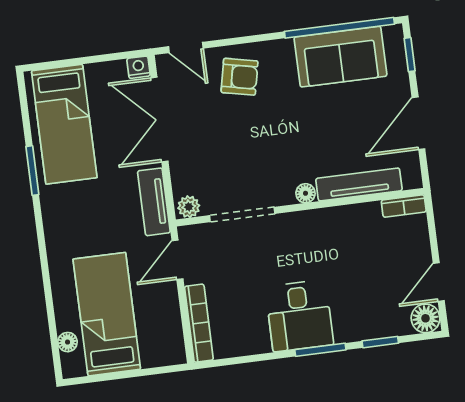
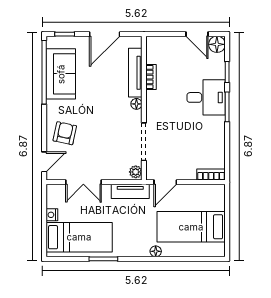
nightstand: (138, 67) -> (52, 215), moved
double door: (159, 119) -> (83, 182), width x0.73
door: (418, 123) -> (105, 34), hinge flipped
bookcase: (404, 206) -> (151, 77), moved
door: (177, 260) -> (165, 182), hinge flipped
desk: (299, 316) -> (206, 97), moved
bookcase: (199, 323) -> (211, 175), width x0.64
floor lamp: (68, 342) -> (156, 251), moved

